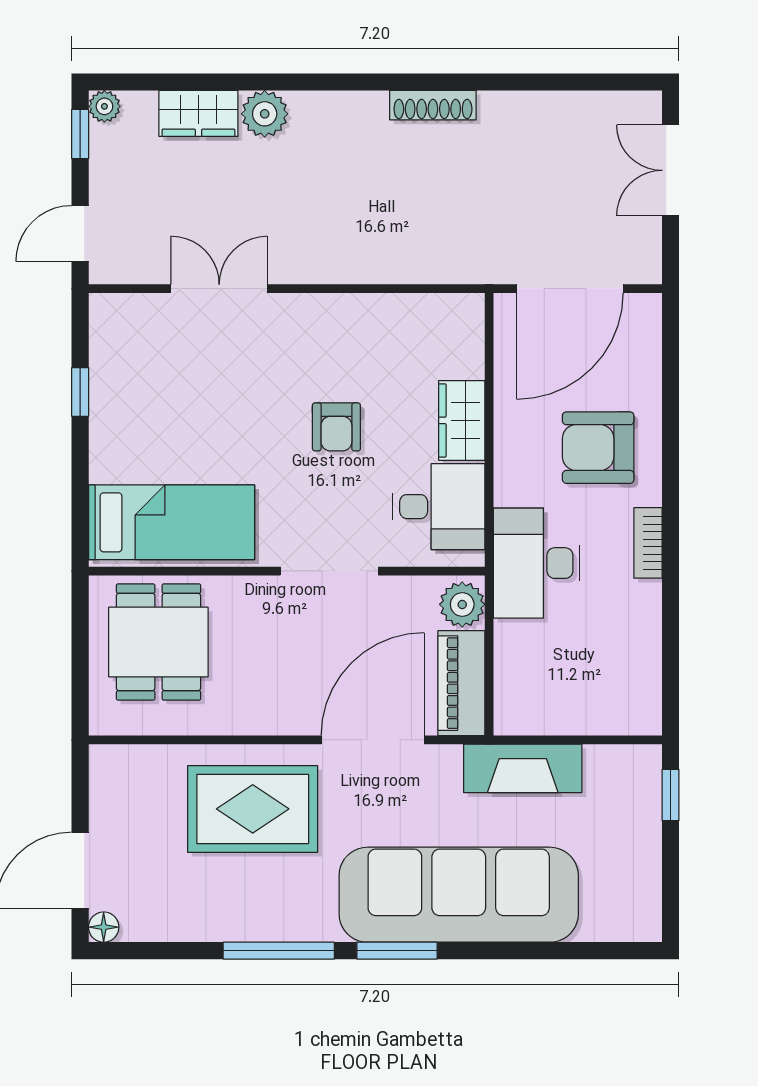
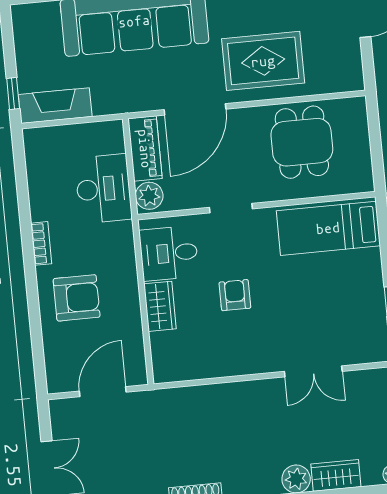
door: (570, 289) -> (103, 392), width x0.73
desk: (537, 563) -> (103, 189), moved
doorway: (329, 571) -> (231, 208), width x0.73
dining table: (158, 642) -> (302, 142), moved
fireplace: (523, 768) -> (55, 106), moved

